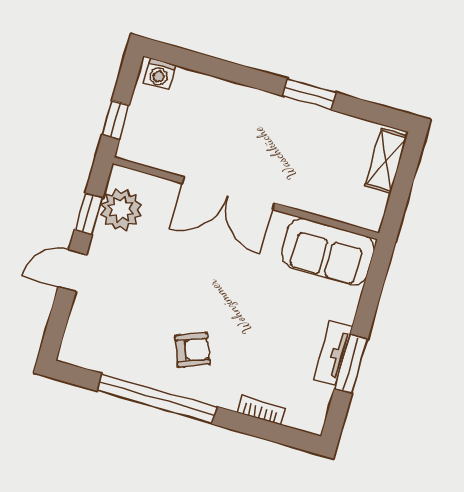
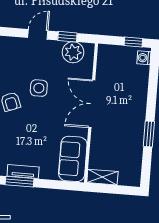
window: (116, 120) -> (133, 42), moved
shelving: (386, 161) -> (102, 177), moved
door: (72, 271) -> (38, 34), hinge flipped
side table: (177, 290) -> (39, 88), added

